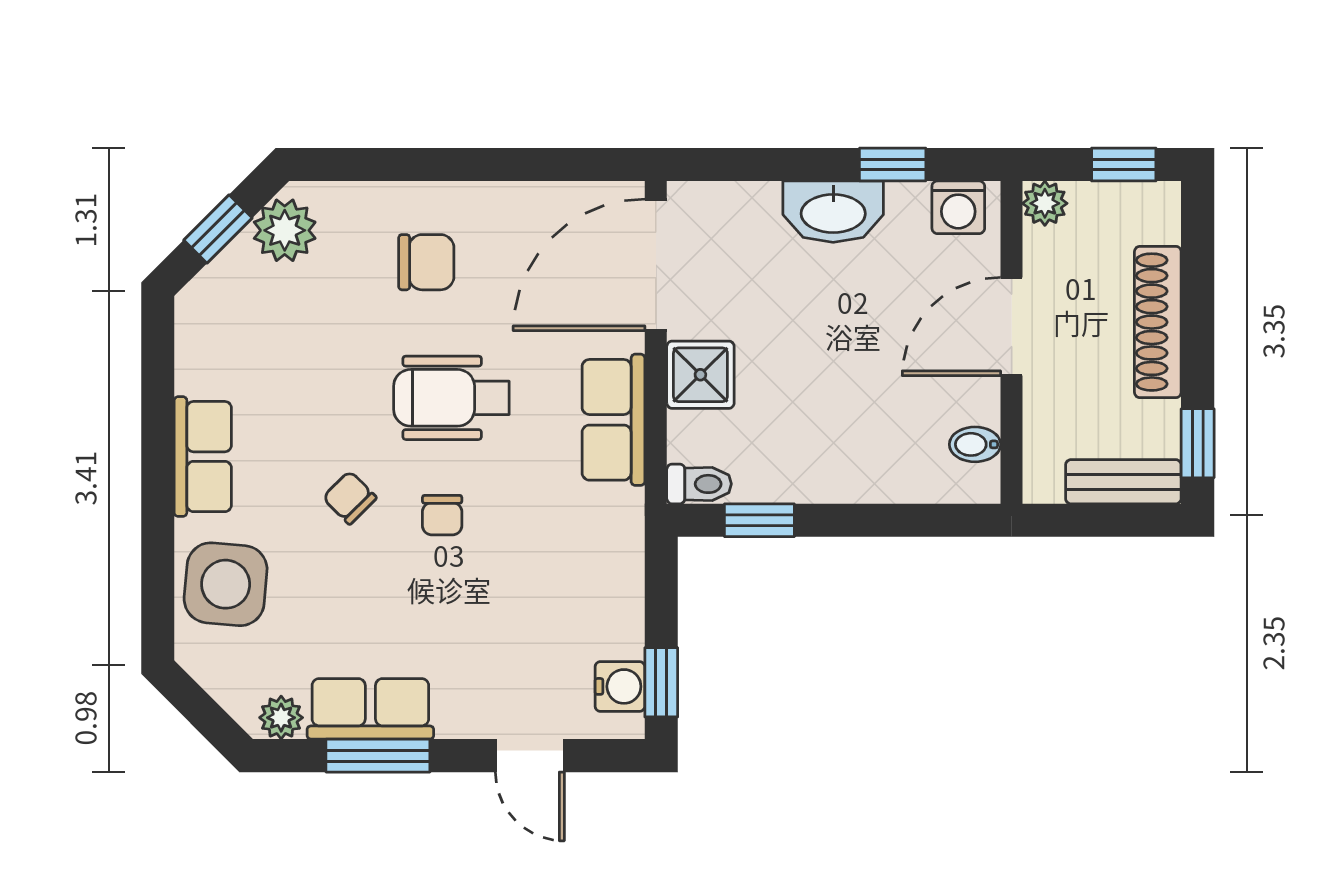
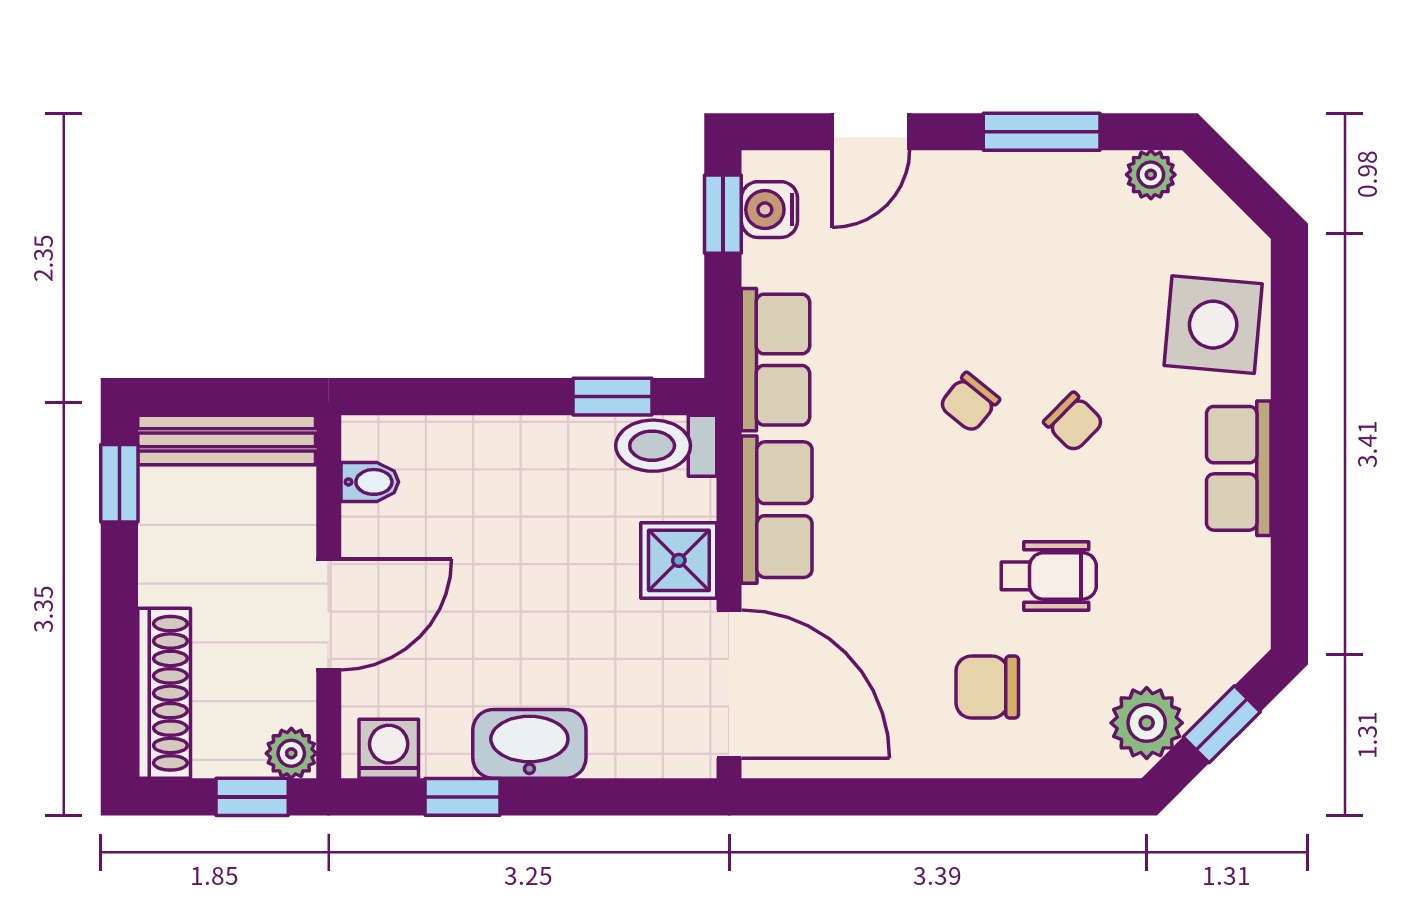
window: (1124, 165) -> (252, 797), moved
door: (656, 265) -> (729, 684), hinge flipped
shoe rack: (1158, 322) -> (164, 693), moved
wheelchair: (451, 398) -> (1049, 576), moved, width x0.73, depth x0.73
bench: (1123, 482) -> (227, 440), width x1.36
toilet: (699, 484) -> (666, 446), width x1.37, depth x1.39
chair: (442, 515) -> (969, 402), turned -141
row of seats: (370, 709) -> (775, 360), moved, turned -90
door: (530, 756) -> (871, 132), swing flipped

